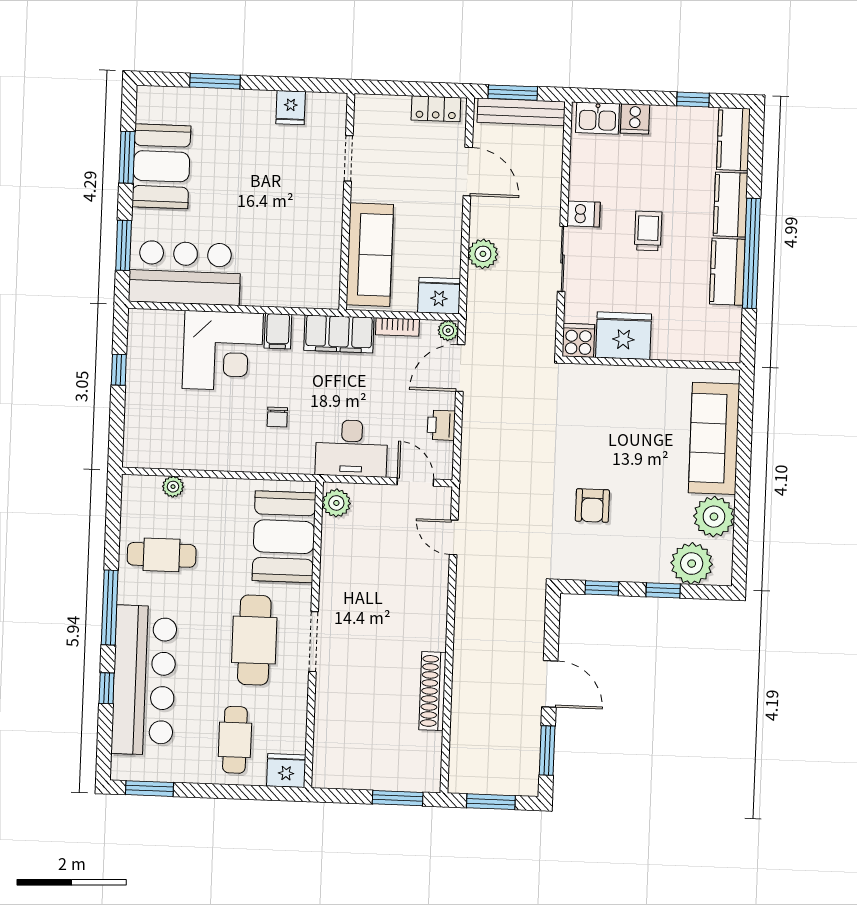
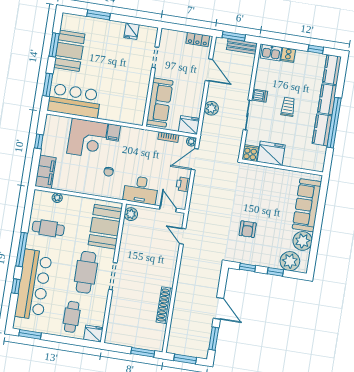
bench: (521, 112) -> (242, 46), width x0.73
filing cabinet: (339, 334) -> (45, 172), moved, turned -90

